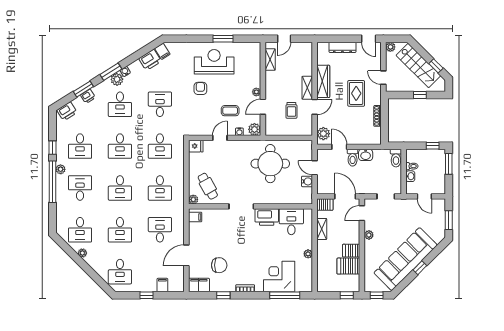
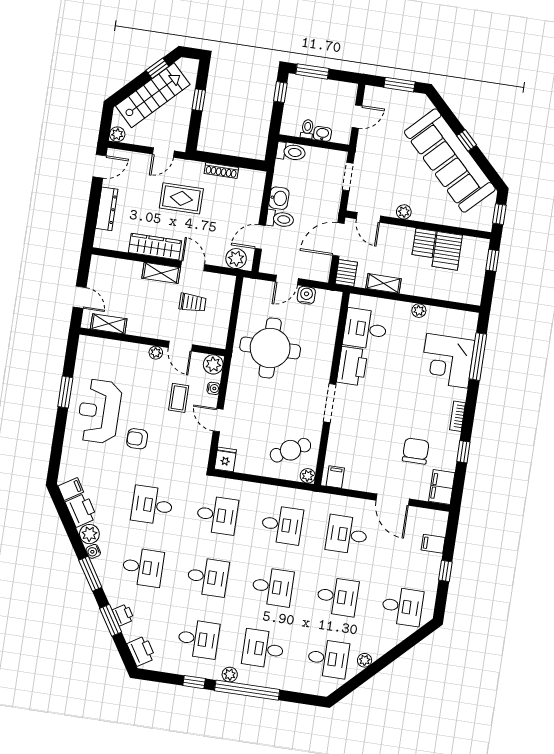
plant: (117, 79) -> (89, 534), moved

